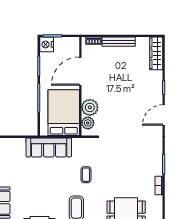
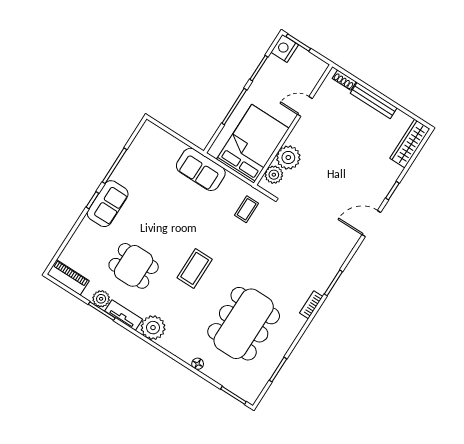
door: (80, 71) -> (305, 106), width x0.53
sofa: (49, 147) -> (201, 169), width x0.73
coffee table: (86, 175) -> (247, 209), moved

